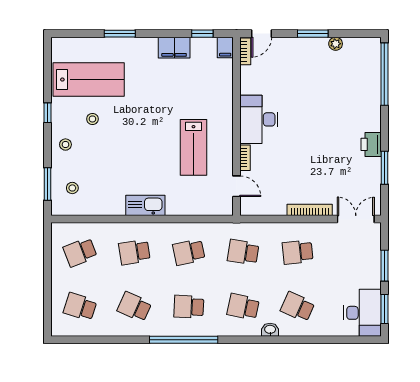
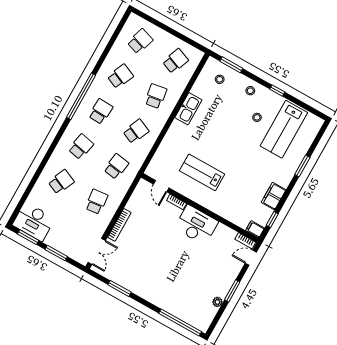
door: (262, 34) -> (251, 258), hinge flipped
printer: (371, 144) -> (139, 288), removed
door: (236, 186) -> (161, 186), hinge flipped
kitchen sink: (145, 205) -> (188, 109), moved
school desk: (80, 252) -> (175, 61), turned 42
school desk: (189, 252) -> (136, 131), turned 36
washbasin: (270, 330) -> (56, 156), removed

